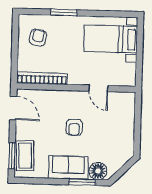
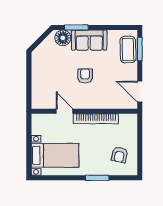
bookcase: (42, 78) -> (96, 119), moved

